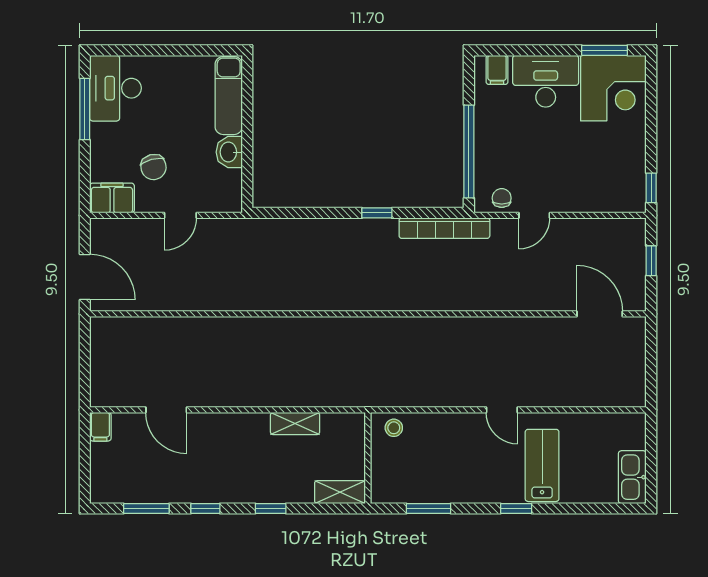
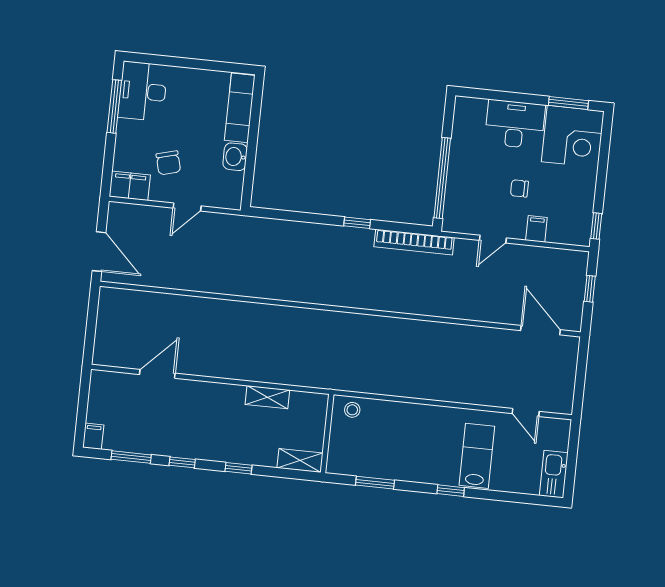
filing cabinet: (497, 70) -> (536, 229), moved, turned 180
chair: (502, 198) -> (519, 188), moved, turned -90
door: (166, 410) -> (157, 374), swing flipped
door: (502, 410) -> (526, 412), moved
filing cabinet: (100, 427) -> (93, 436), moved, turned 180

